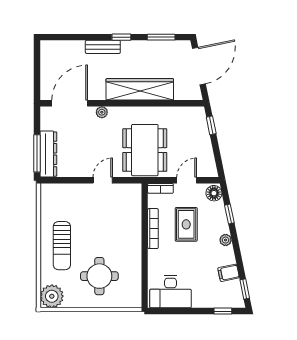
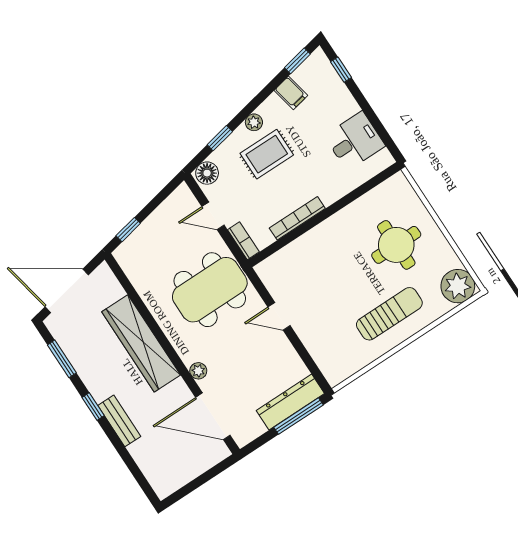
rug: (186, 224) -> (267, 154), moved
desk: (171, 292) -> (355, 141), width x0.73

